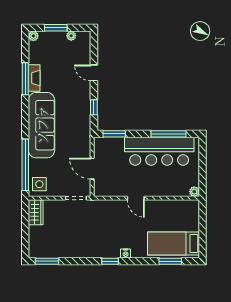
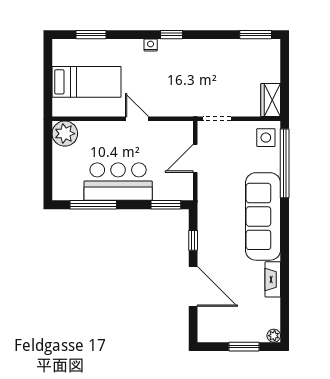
plant: (71, 36) -> (223, 336), removed
door: (94, 73) -> (193, 286), width x1.88
window: (25, 79) -> (285, 278), removed
bar counter: (159, 151) -> (118, 182), width x0.73
door: (92, 169) -> (195, 158), swing flipped
plant: (194, 192) -> (65, 134), width x1.88, depth x1.88
bed: (174, 244) -> (87, 82), moved

